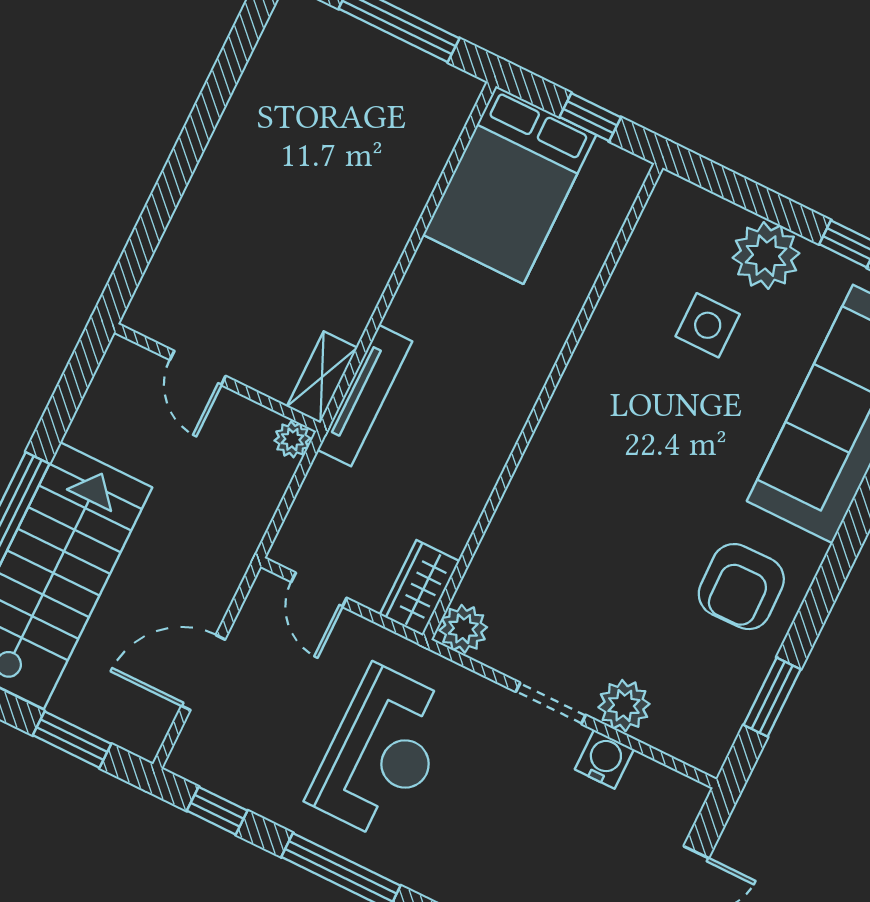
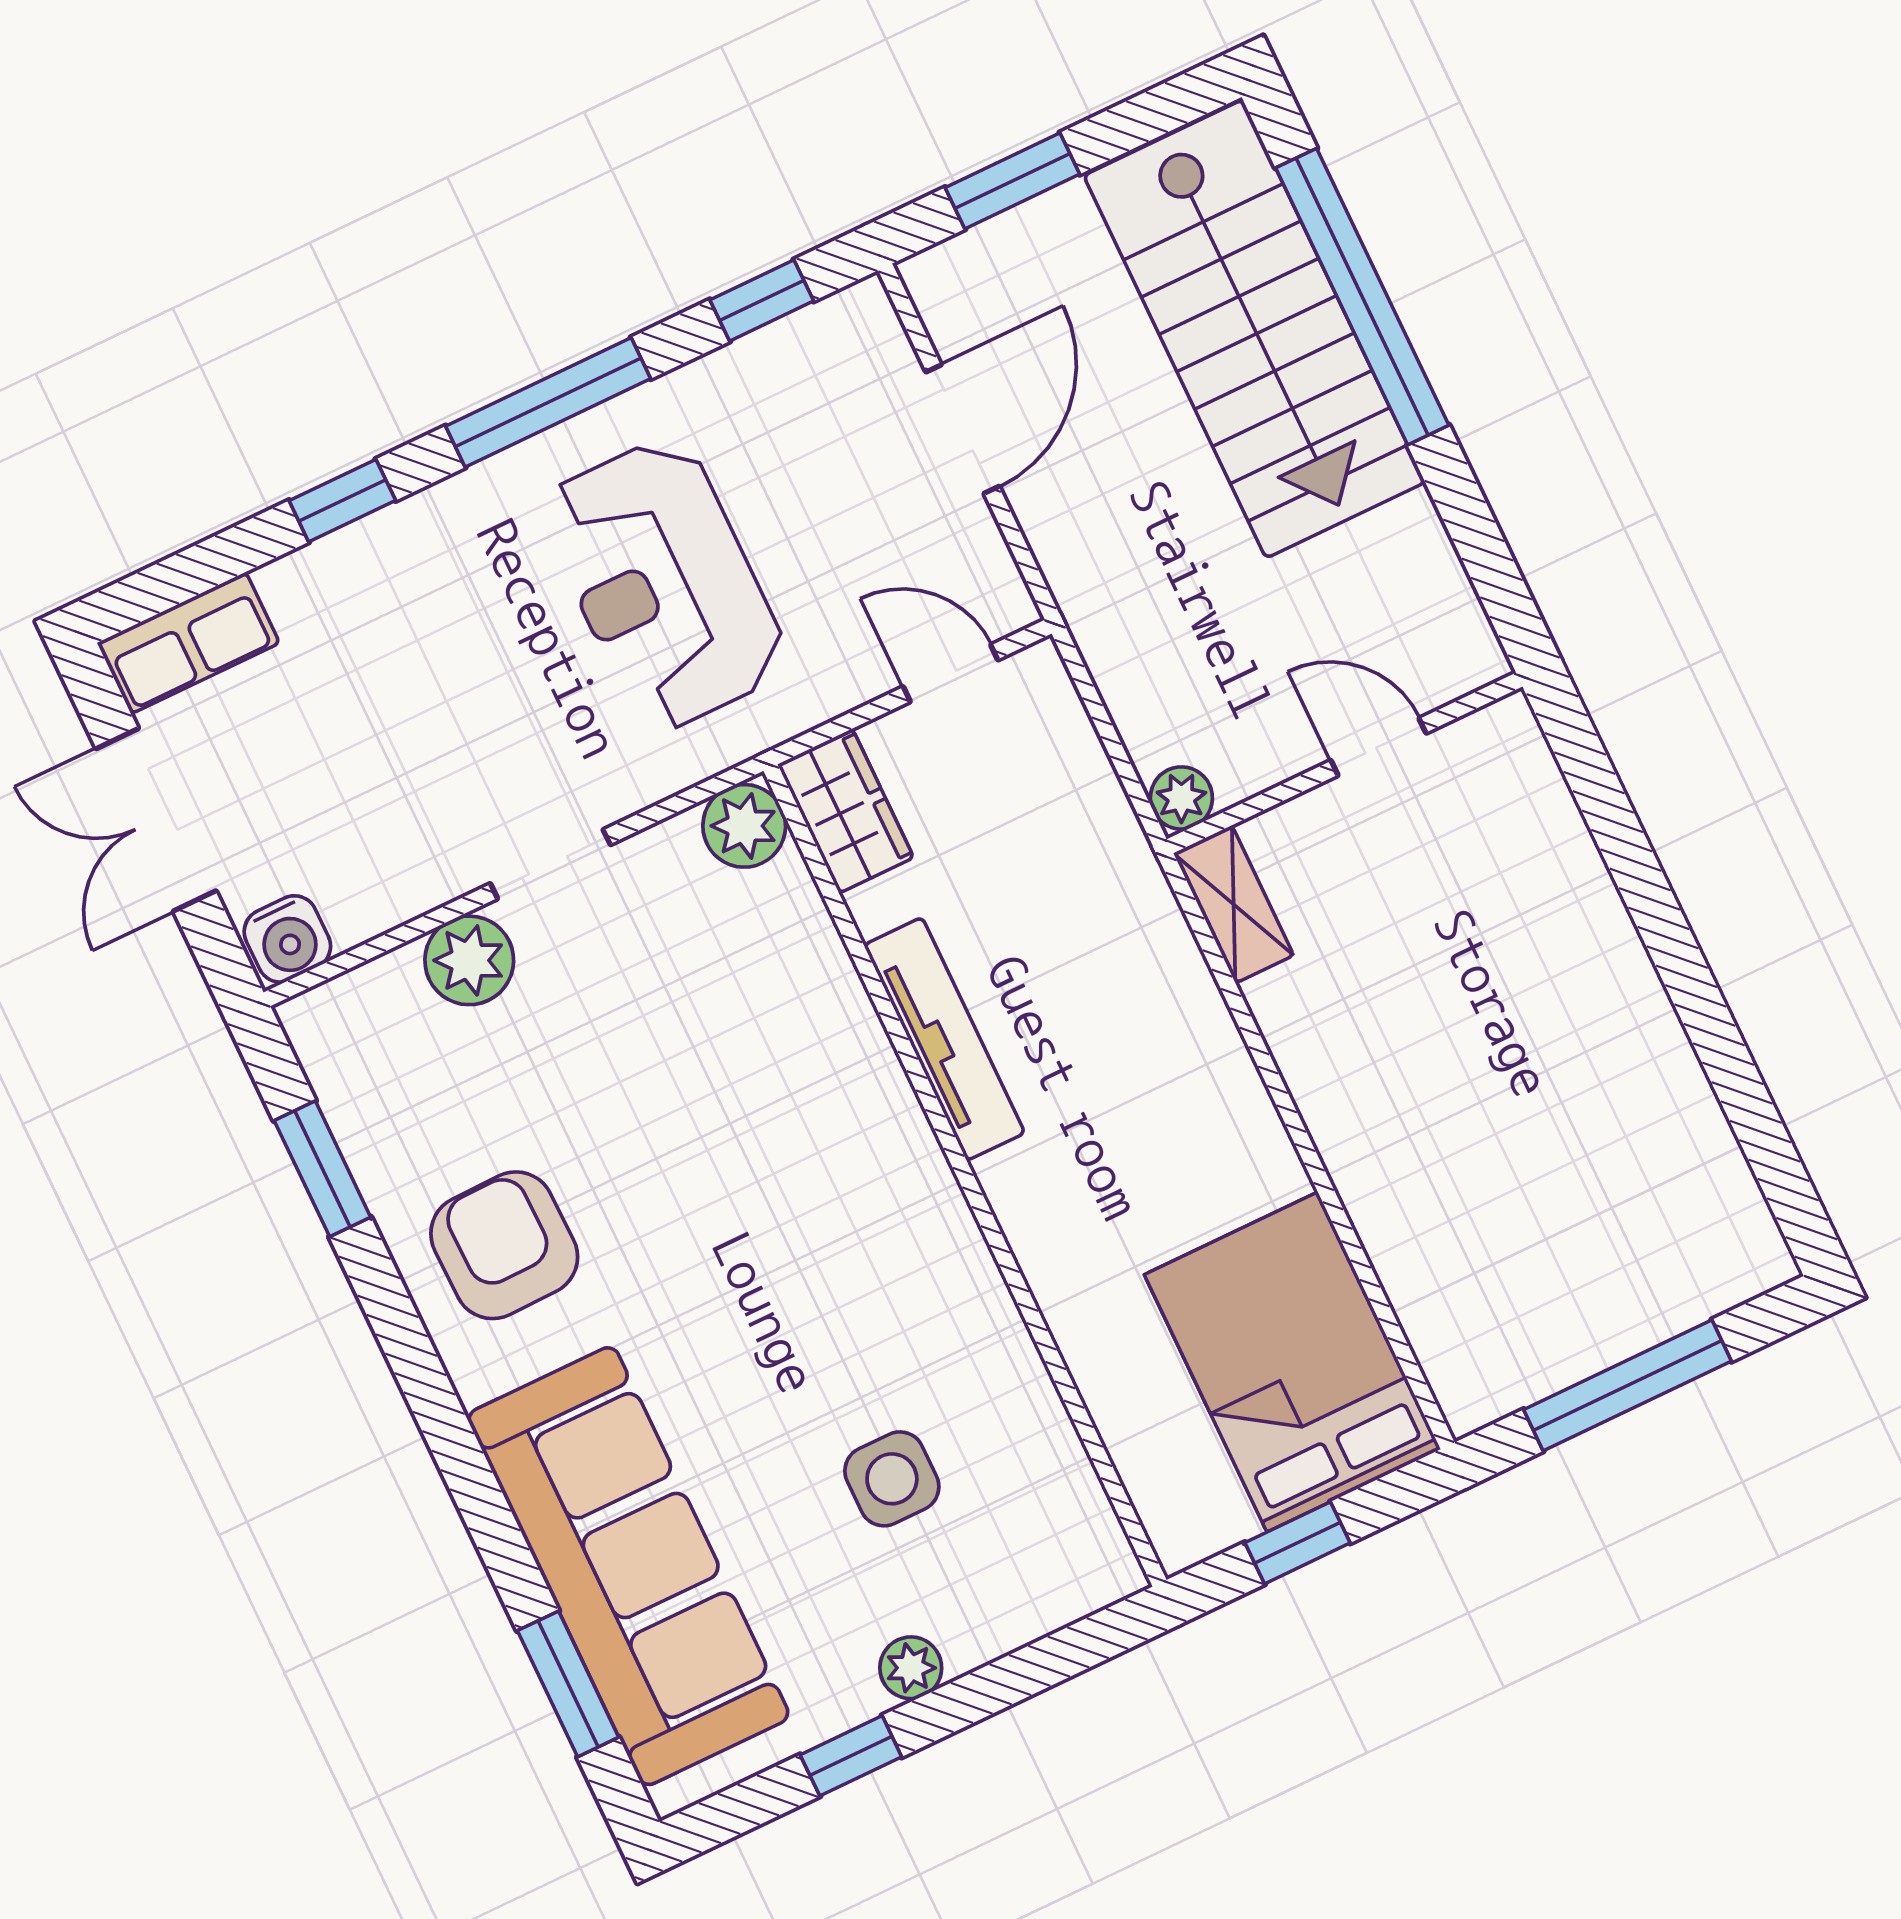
plant: (766, 256) -> (911, 1668), width x0.53, depth x0.53
tv unit: (365, 396) -> (944, 1039), moved, turned 180
water cooler: (604, 759) -> (287, 939), moved

